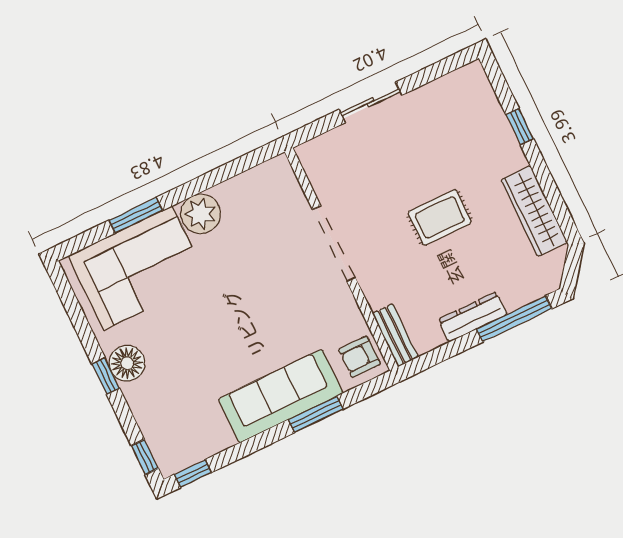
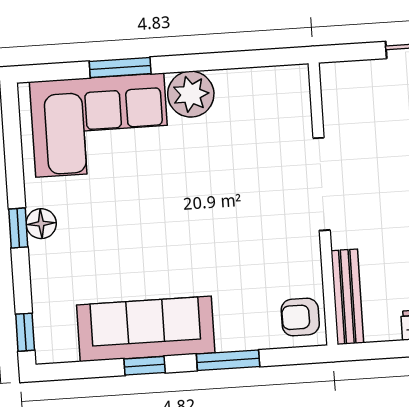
bench: (395, 335) -> (347, 297), width x1.36
floor lamp: (127, 363) -> (41, 224), width x0.73, depth x0.73
sofa: (281, 396) -> (146, 329), moved
window: (193, 474) -> (145, 366), moved

